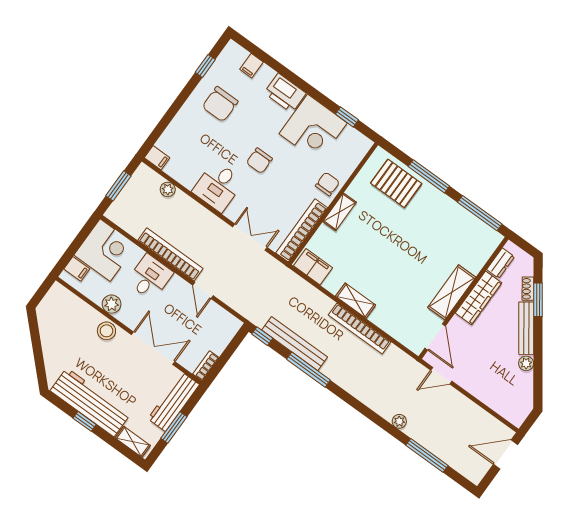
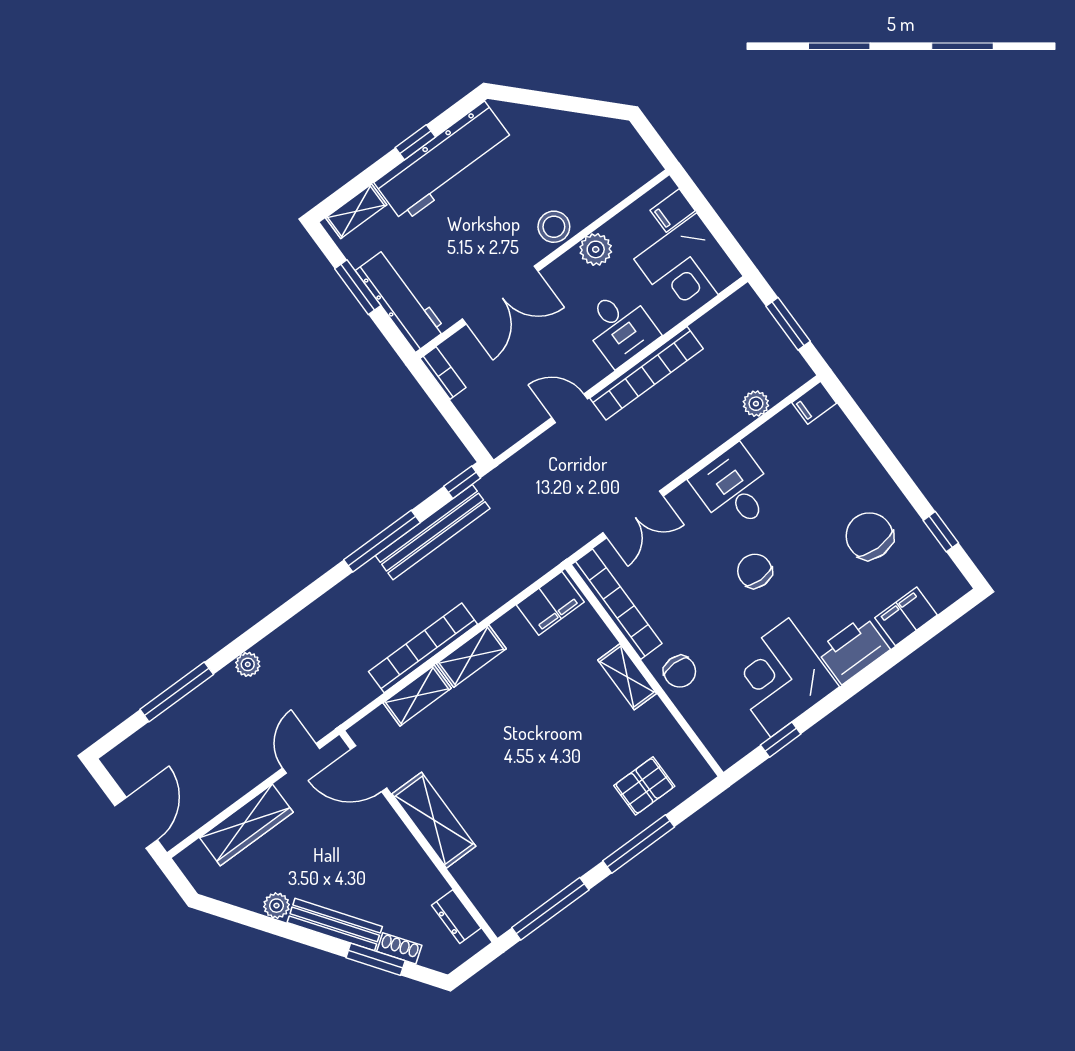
filing cabinet: (252, 66) -> (906, 616), width x2.00
pallet: (396, 183) -> (644, 786), width x0.67, depth x0.71
wardrobe: (478, 298) -> (246, 825), moved, turned -90
shelving: (387, 323) -> (417, 696), added

